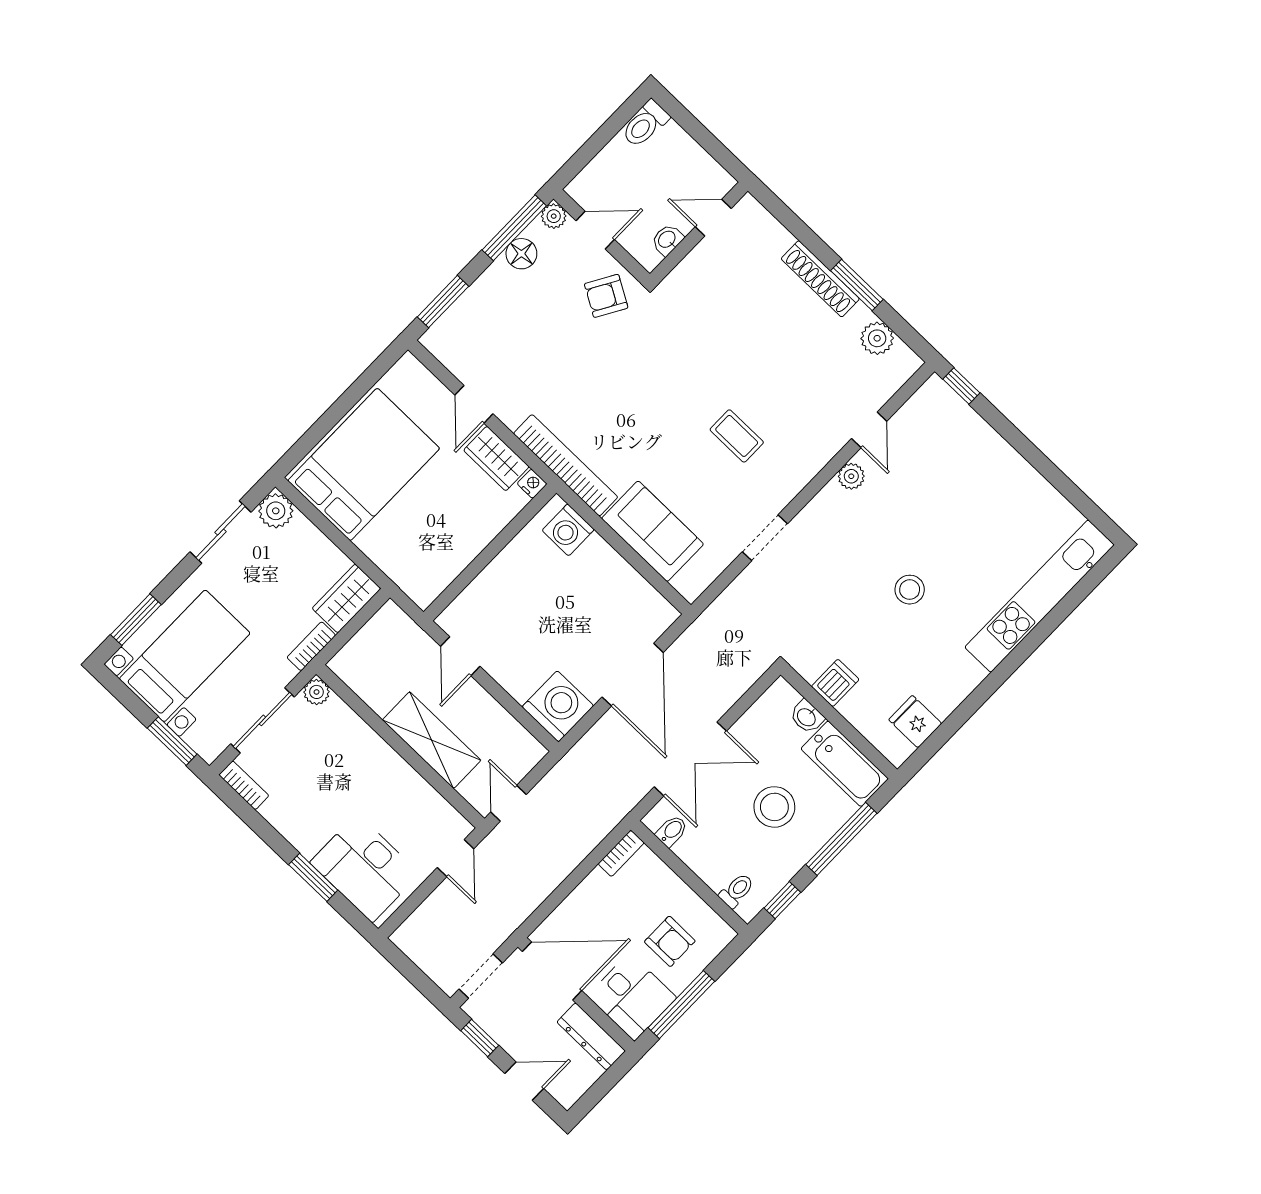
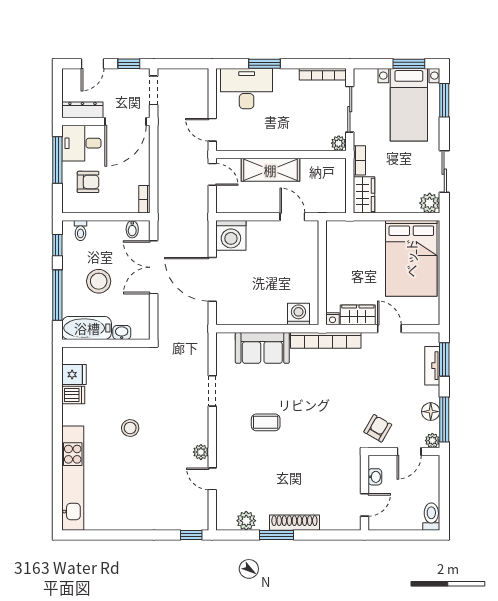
tv unit: (465, 308) -> (432, 366), added
dishwasher: (835, 683) -> (73, 395), moved, turned -90
window: (172, 741) -> (409, 64), moved
bookcase: (244, 785) -> (323, 74), width x1.56
armchair: (670, 941) -> (88, 182), turned 180

